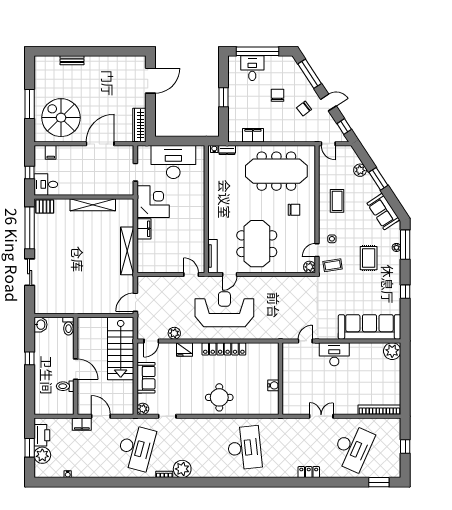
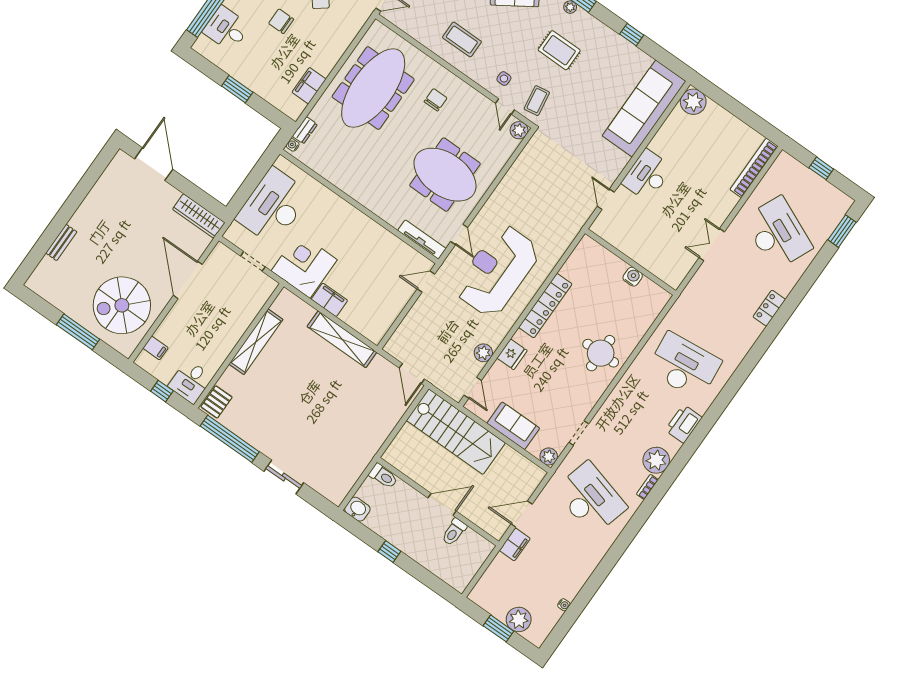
printer: (42, 435) -> (684, 424), moved, turned -90

